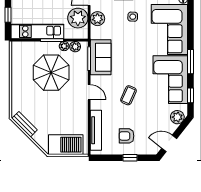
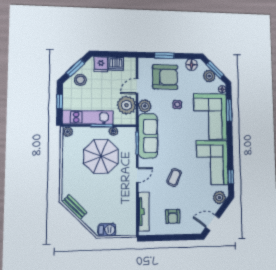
plant: (75, 47) -> (67, 132), moved
sofa: (101, 57) -> (148, 136), width x1.36
window: (190, 62) -> (229, 110), moved
door: (89, 92) -> (137, 175), hinge flipped
armchair: (126, 136) -> (173, 216), turned -90
barbecue: (66, 145) -> (107, 230), width x0.53, depth x0.65
window: (130, 158) -> (176, 237), removed

